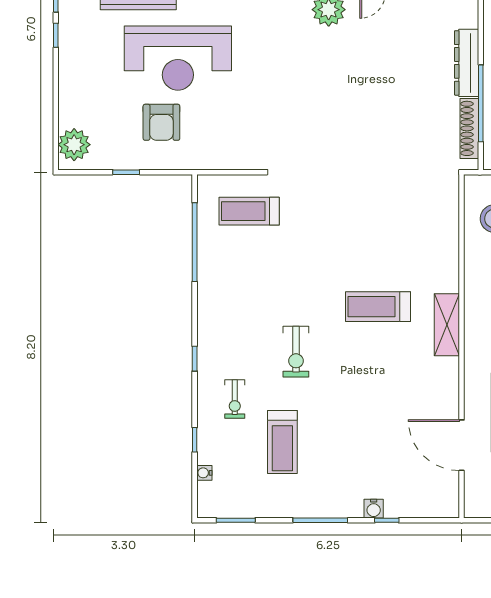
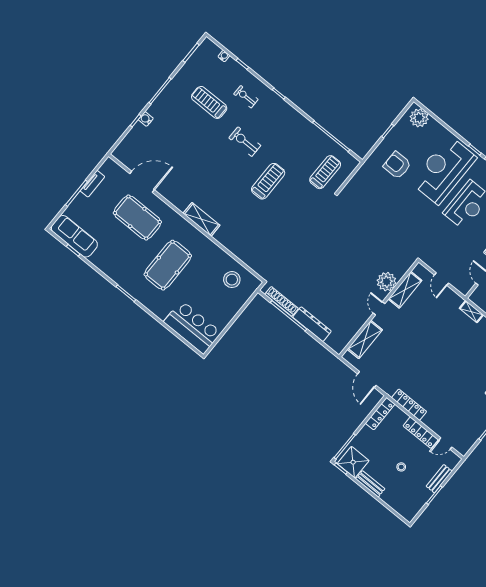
reception desk: (178, 58) -> (444, 170), moved
treadmill: (378, 307) -> (268, 181), moved

